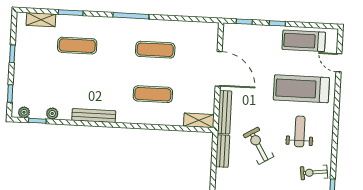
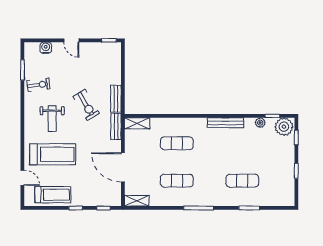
shelving: (41, 20) -> (137, 201), moved
plant: (24, 112) -> (284, 127), width x1.87, depth x1.87
bench: (225, 112) -> (116, 126), width x0.73

